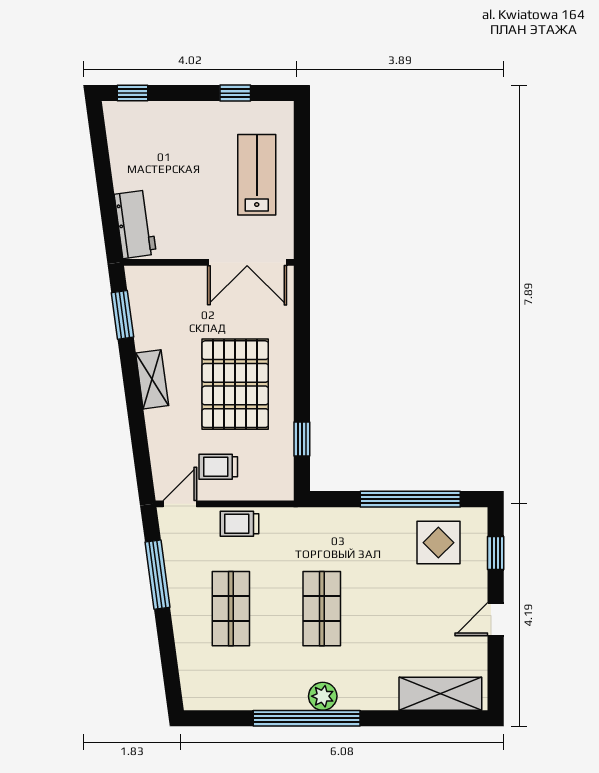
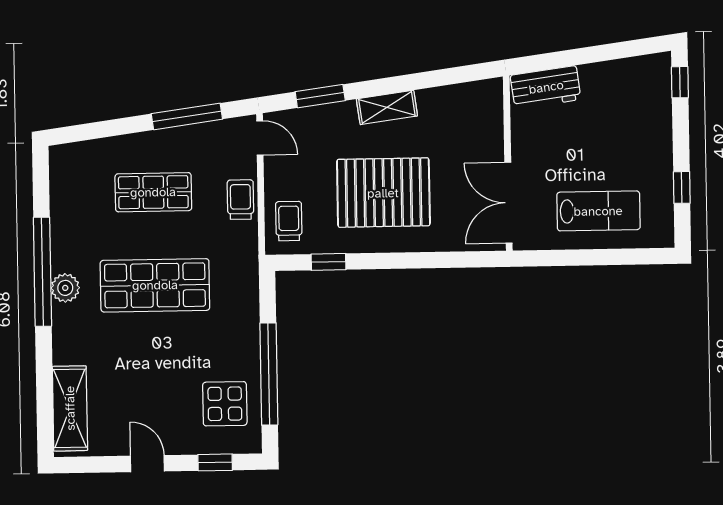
window: (122, 315) -> (320, 96), moved
trolley: (218, 467) -> (289, 221), moved
shop shelf: (322, 609) -> (155, 285), width x1.43, depth x1.36

